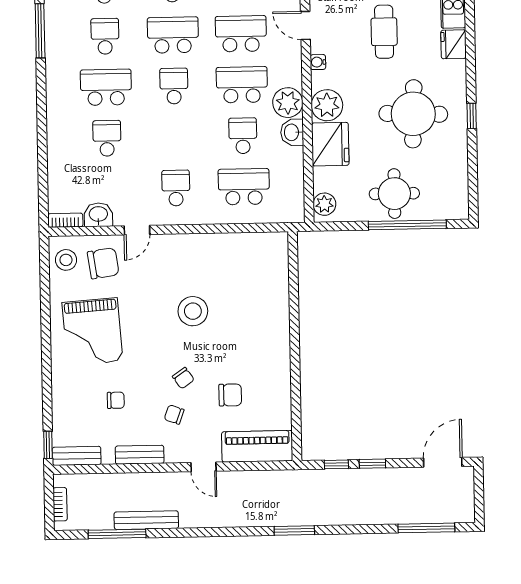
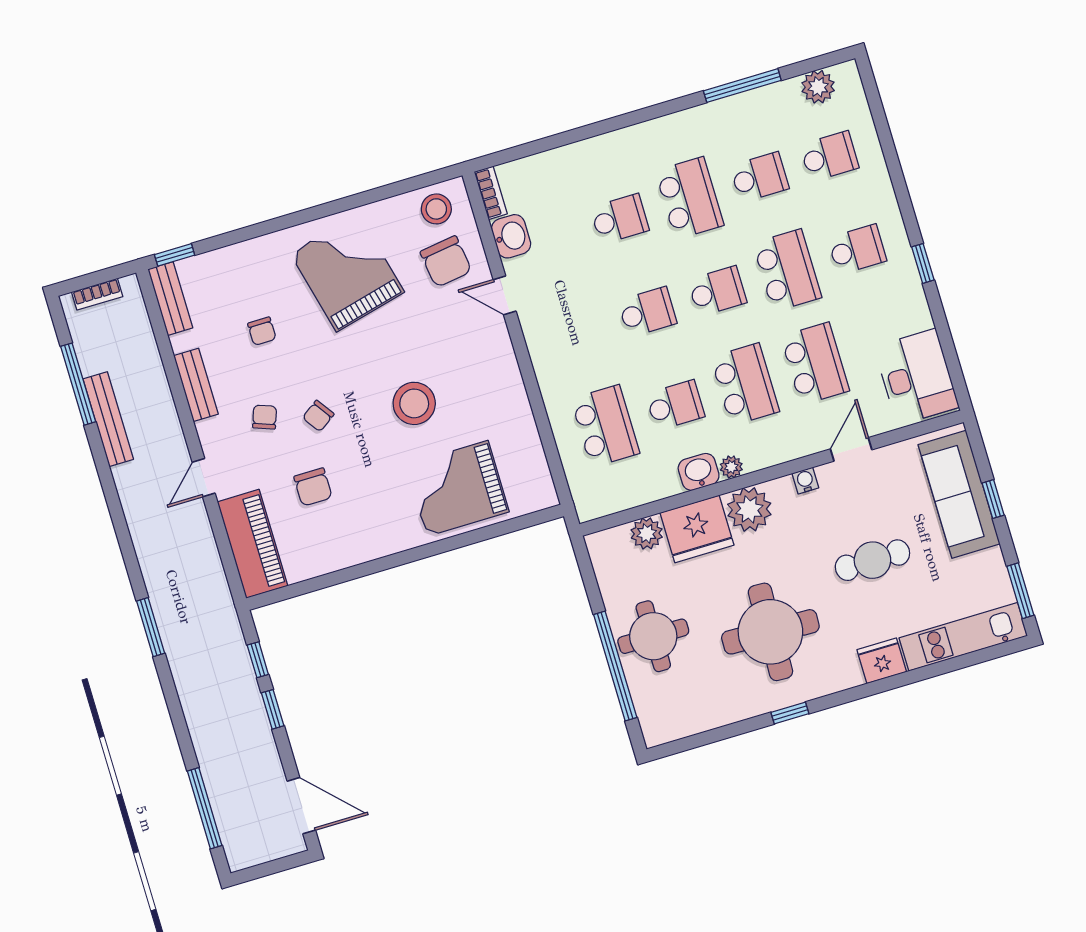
plant: (288, 103) -> (731, 467), width x0.53, depth x0.53
school desk: (176, 188) -> (647, 312), moved
plant: (324, 204) -> (647, 534), moved
grand piano: (258, 298) -> (457, 488), added
grand piano: (92, 332) -> (347, 273), turned 80

